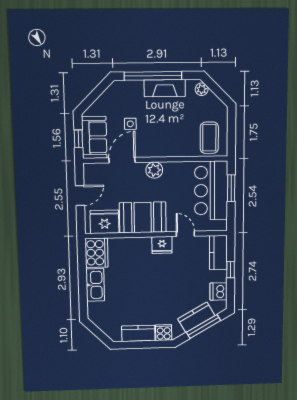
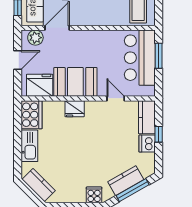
plant: (154, 170) -> (35, 38), moved
fridge: (162, 245) -> (75, 109), moved
dishwasher: (219, 291) -> (147, 144), moved
kitchen counter: (138, 333) -> (39, 185), moved, turned 45

